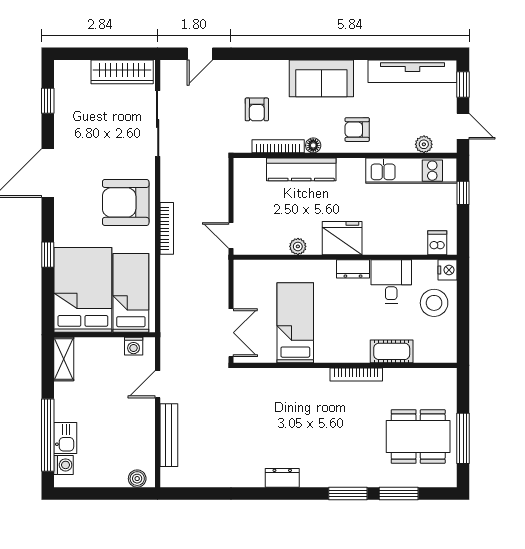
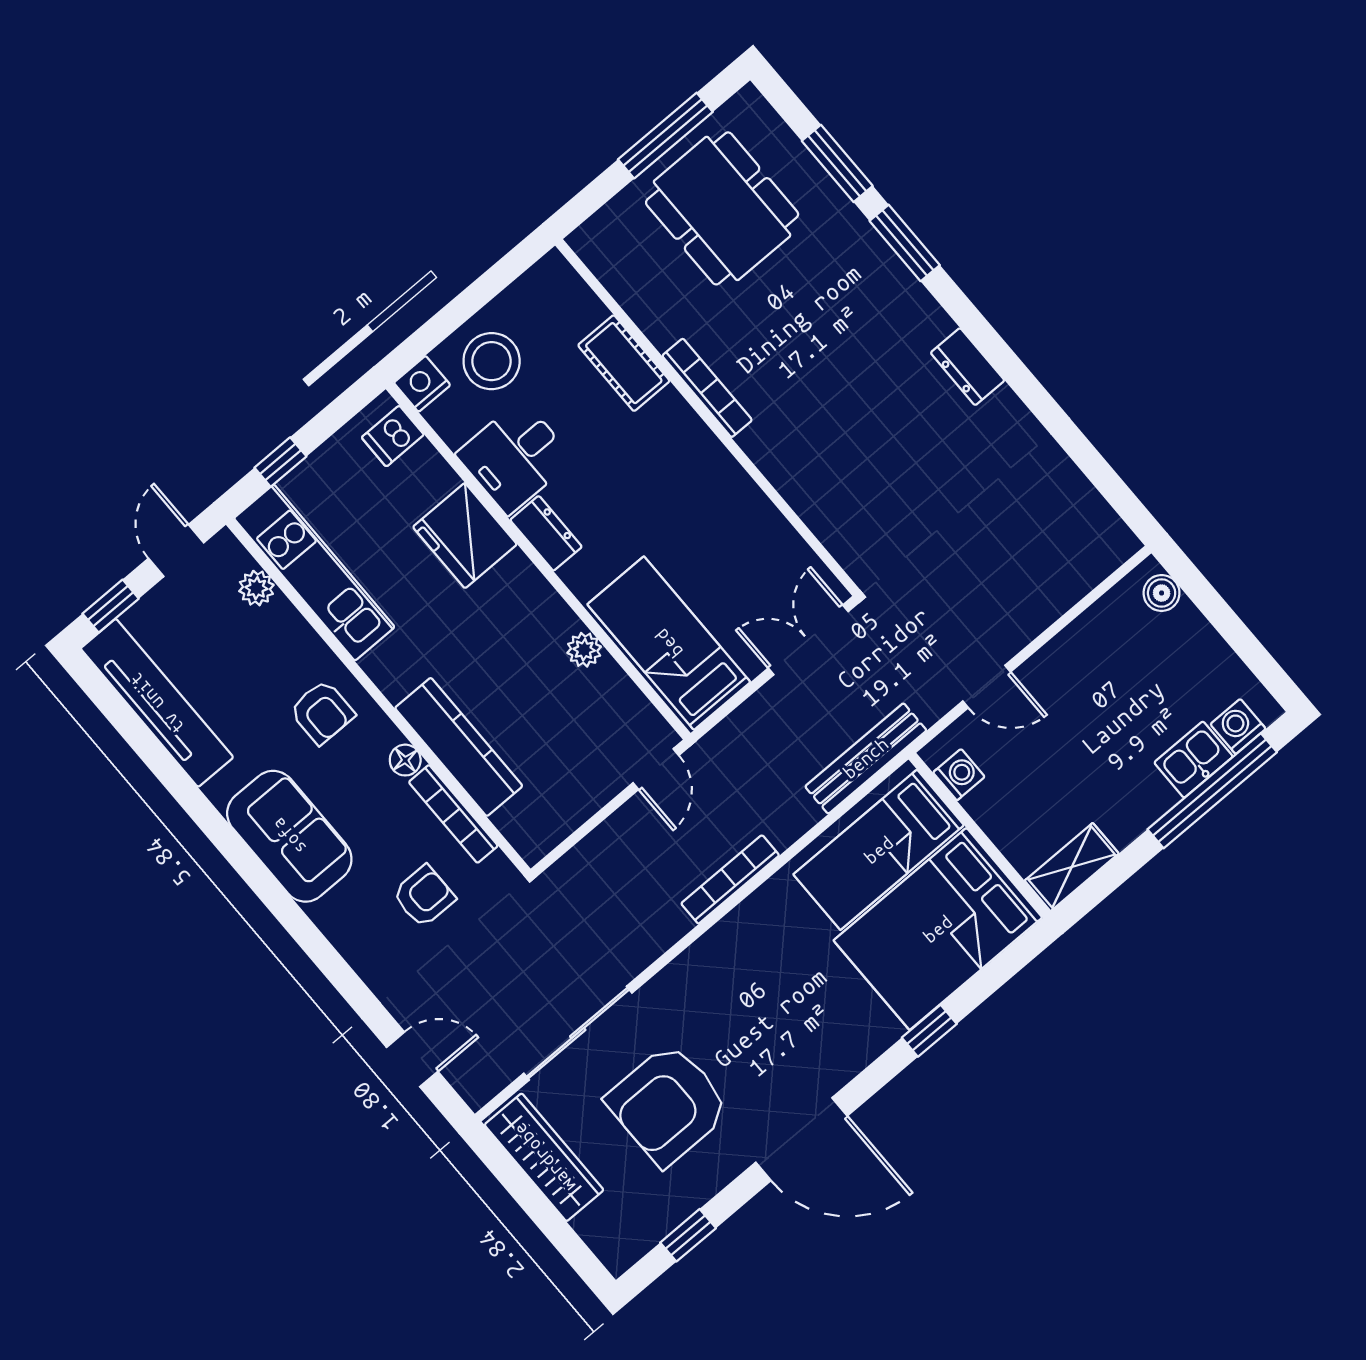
armchair: (126, 202) -> (668, 1104), moved, turned 90
fridge: (342, 238) -> (465, 536), moved
bed: (295, 323) -> (669, 643), moved, turned 90
bench: (169, 435) -> (866, 758), moved

